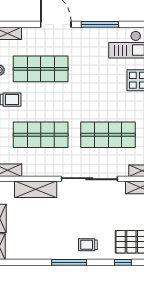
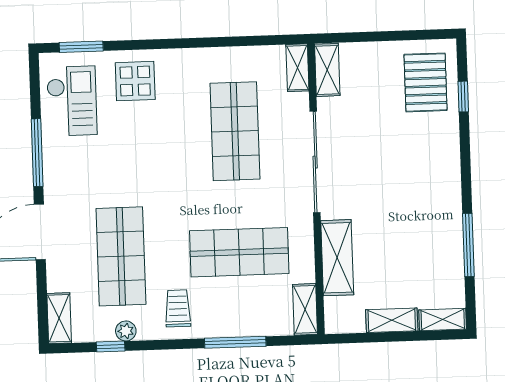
shop shelf: (41, 135) -> (239, 252), turned 90
trolley: (88, 245) -> (434, 161), removed
window: (69, 262) -> (468, 245), moved

